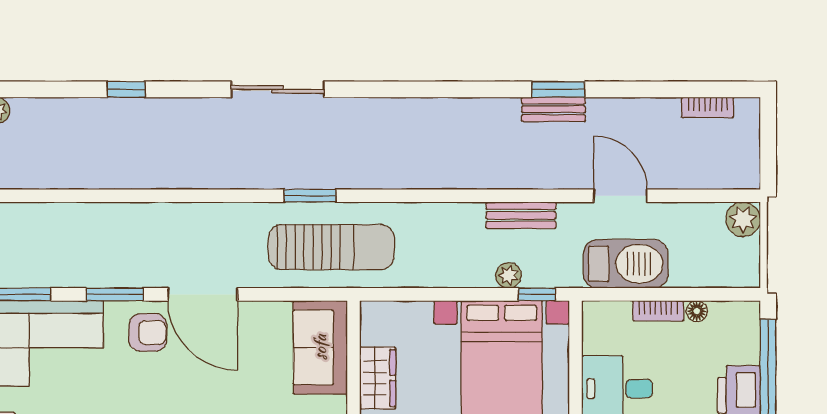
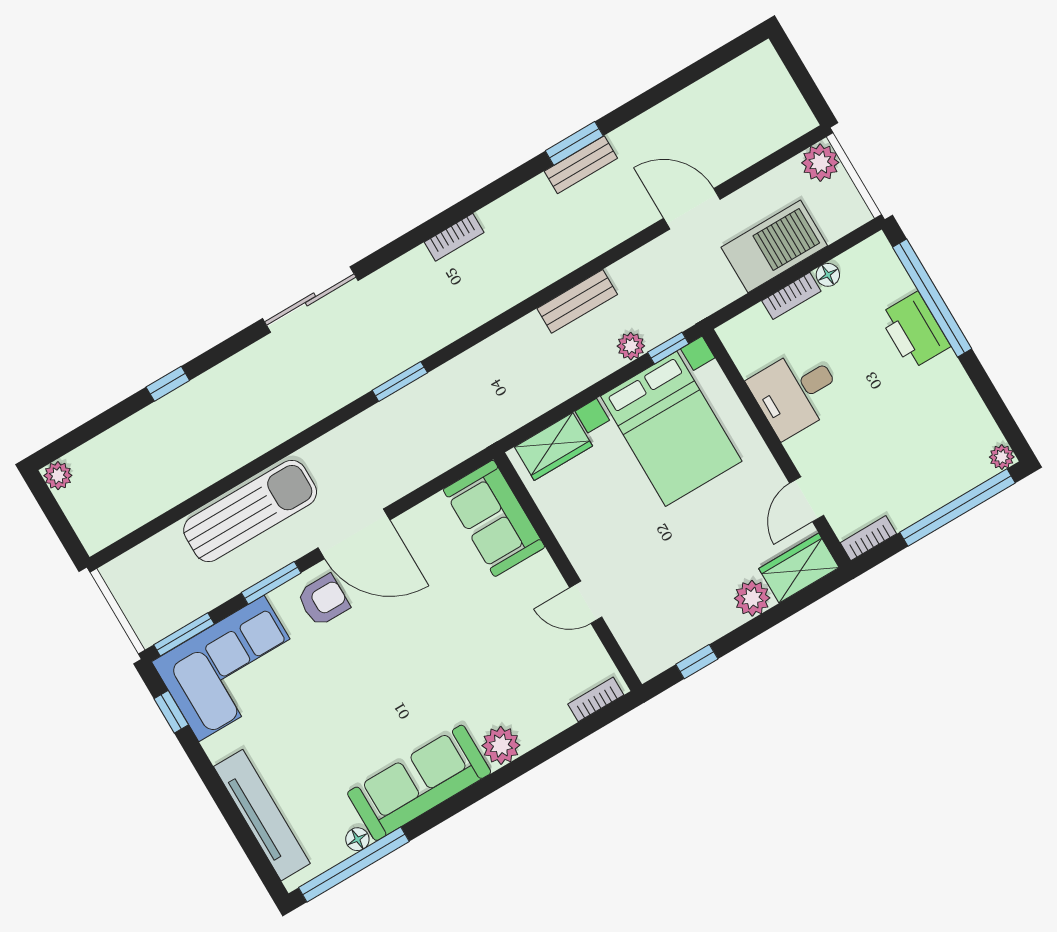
bookcase: (708, 107) -> (454, 237), moved
bench: (521, 215) -> (577, 301), moved
sun lounger: (331, 247) -> (250, 511), moved
barbecue: (626, 264) -> (774, 246), moved
wardrobe: (378, 378) -> (553, 447), moved, turned 90

